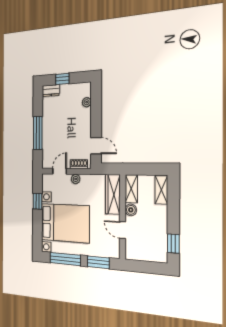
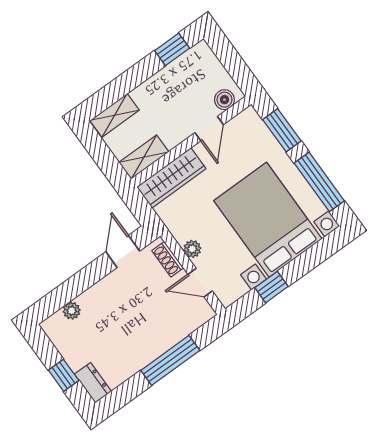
boiler: (131, 210) -> (224, 100), moved

